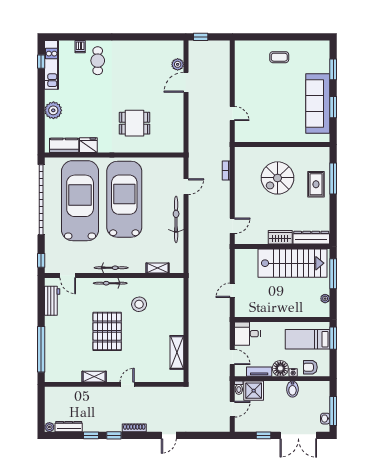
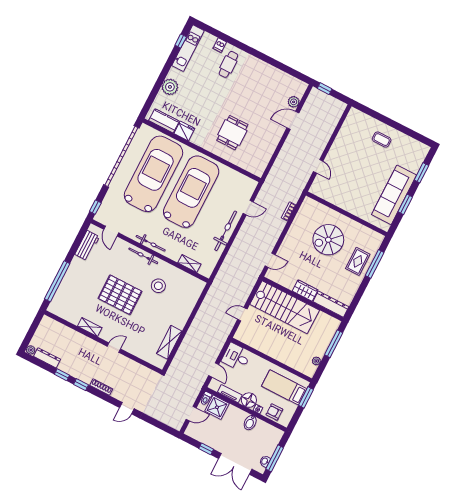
dining table: (135, 123) -> (232, 133), turned 90
stairs: (292, 263) -> (285, 307), moved
pallet: (107, 331) -> (120, 295), turned 90

